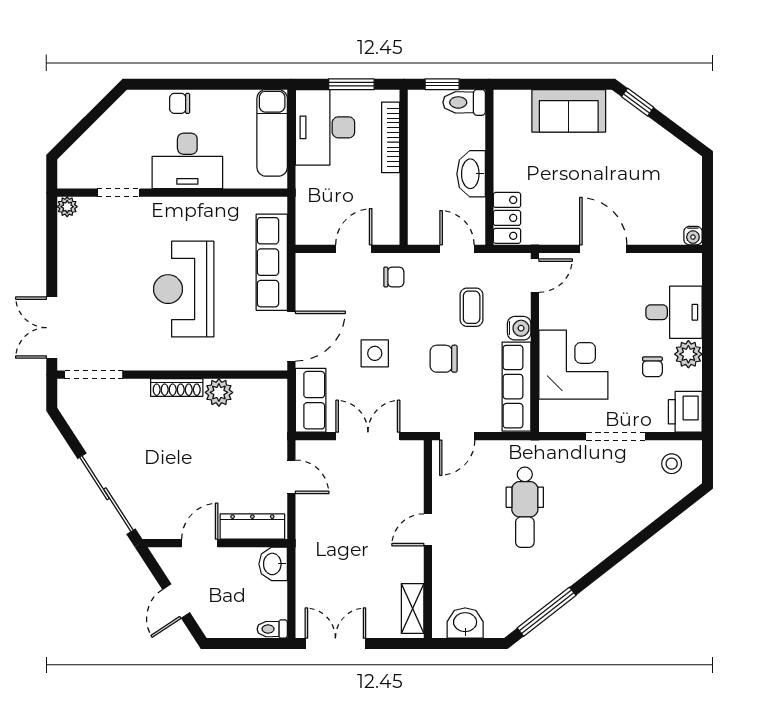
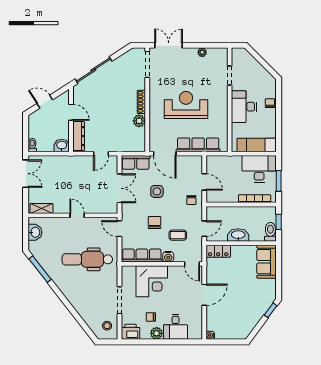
sofa: (569, 111) -> (267, 262), moved
plant: (67, 207) -> (202, 52), moved
dental chair: (525, 507) -> (87, 259), width x1.36, depth x1.38

